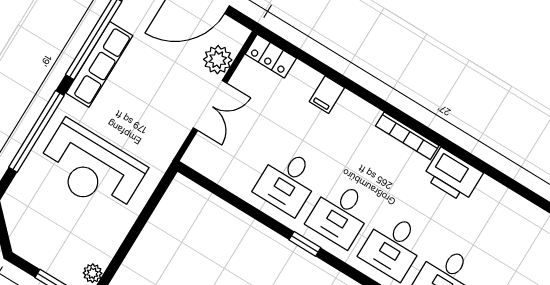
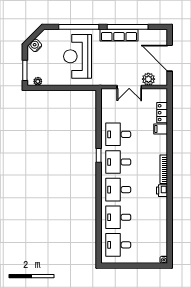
locker: (271, 56) -> (162, 113), moved
printer: (453, 175) -> (162, 191), width x0.53, depth x0.68
water cooler: (21, 236) -> (35, 45), added

